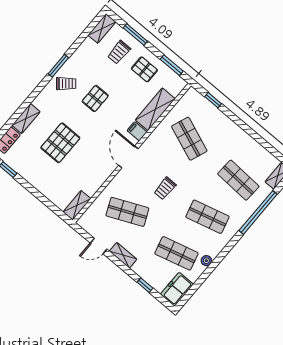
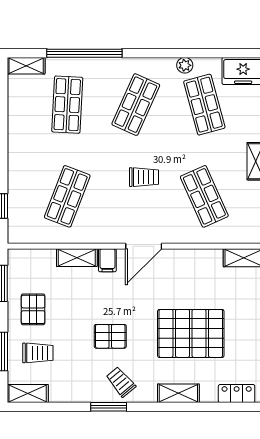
shelving: (155, 109) -> (77, 258), width x0.67, depth x0.75
shelving: (26, 119) -> (178, 393), moved
pallet: (60, 143) -> (191, 333), width x1.37, depth x1.41
shop shelf: (207, 217) -> (136, 105), turned 39

